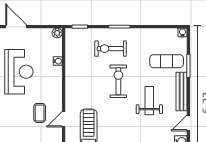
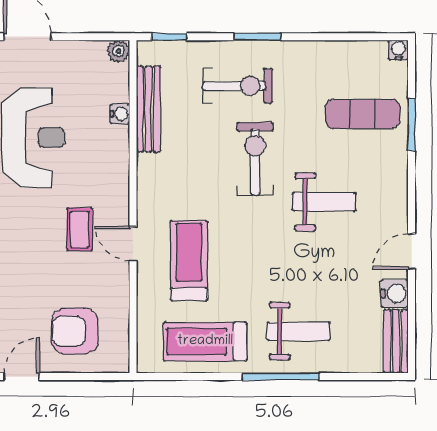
exercise bike: (110, 49) -> (238, 86), turned 180
bench: (182, 91) -> (148, 109), moved
weight bench: (149, 101) -> (324, 202), turned 90
door: (64, 119) -> (133, 243), hinge flipped

